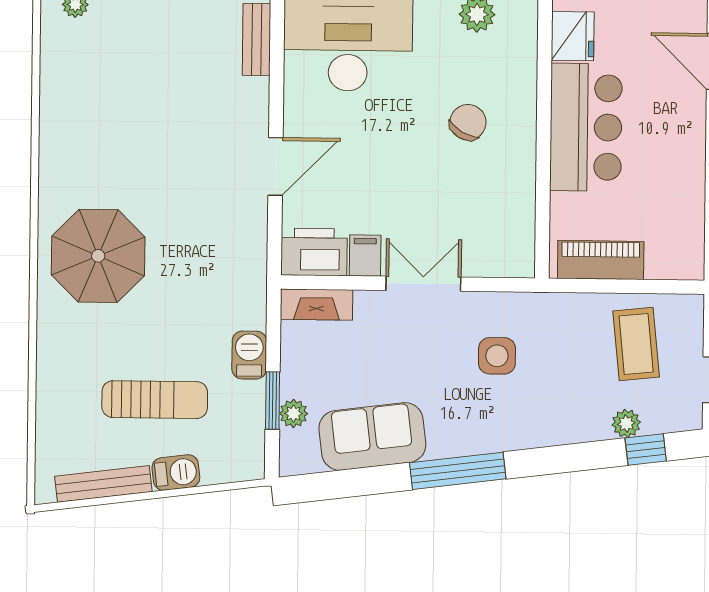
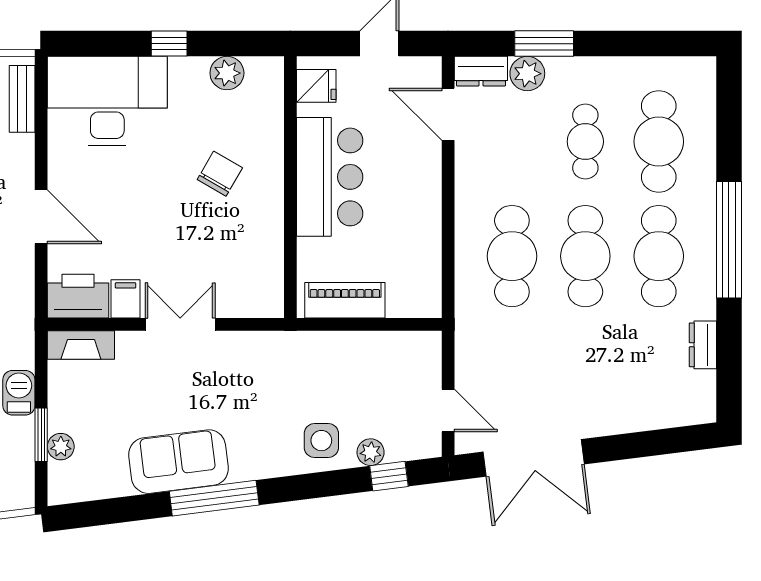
fridge: (573, 36) -> (316, 86), width x0.72
door: (275, 166) -> (41, 217), hinge flipped
coffee table: (636, 344) -> (379, 378), removed
side table: (497, 356) -> (321, 441), moved
sofa: (372, 436) -> (178, 462), moved

